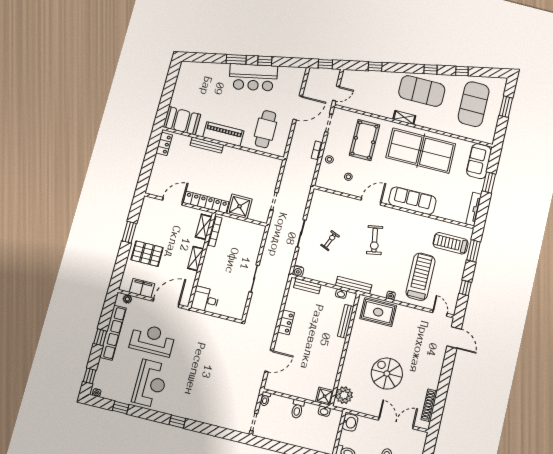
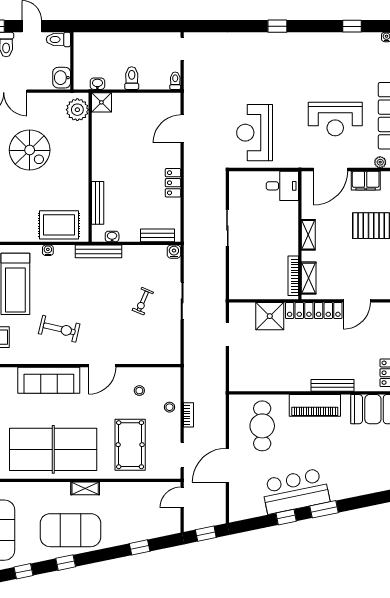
exercise bike: (375, 240) -> (59, 329), moved, turned 113
reception desk: (151, 384) -> (255, 133), moved

